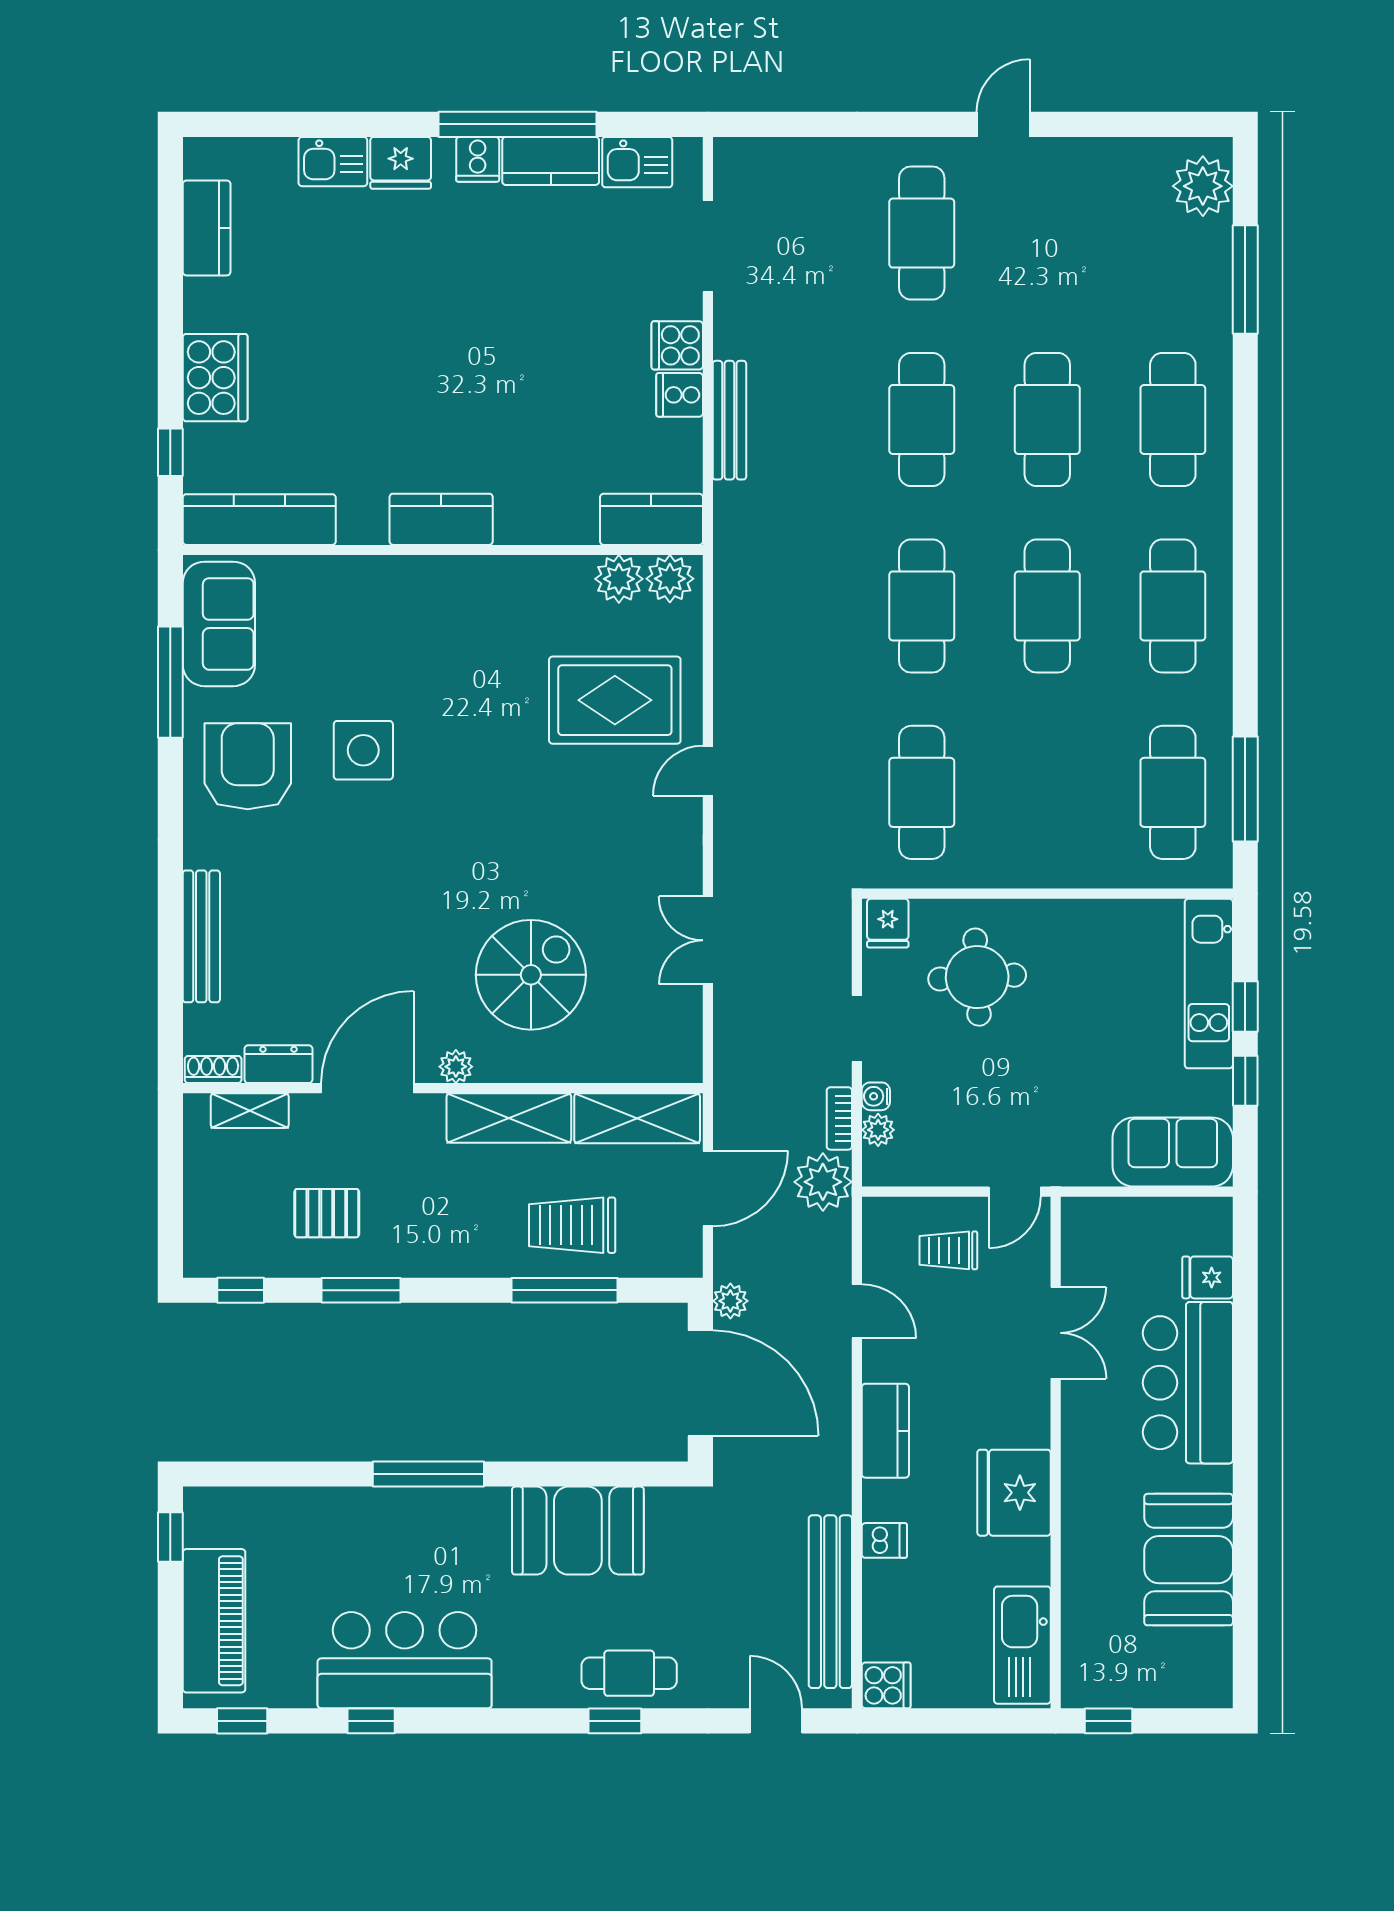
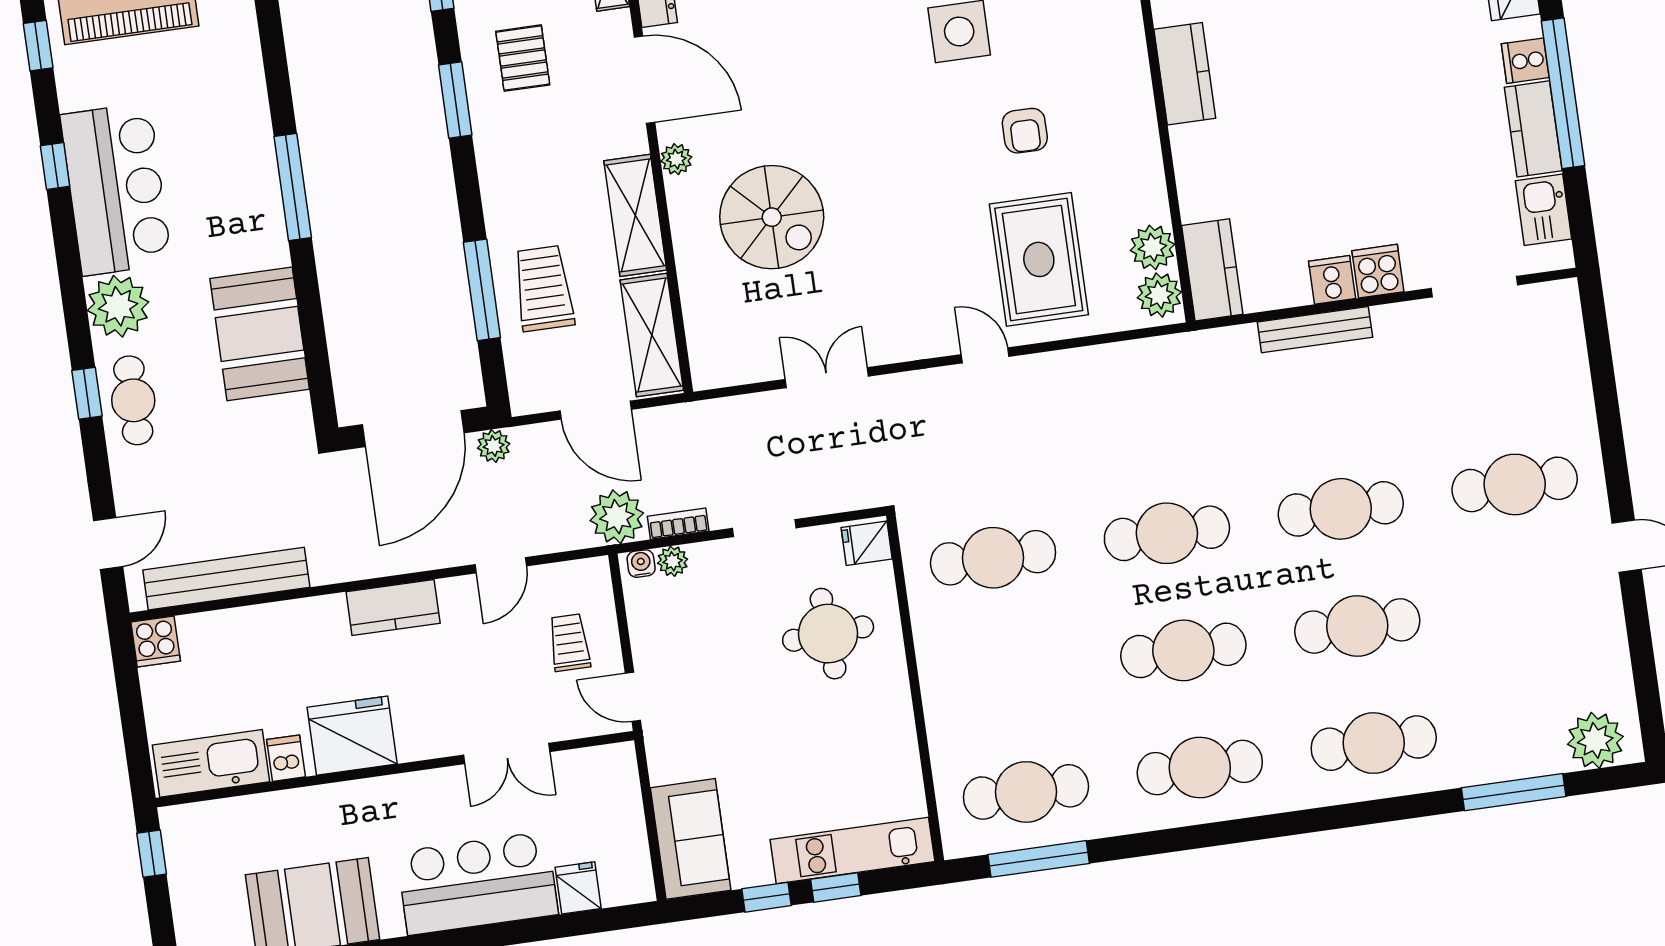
armchair: (477, 696) -> (1025, 131), added
water cooler: (876, 1096) -> (641, 564), moved
dishwasher: (884, 1540) -> (286, 758), moved, turned 180
plant: (528, 1675) -> (118, 306), added

